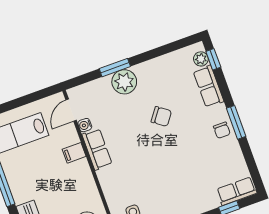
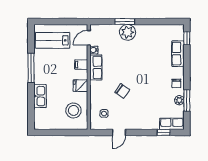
plant: (201, 59) -> (179, 100), moved
chair: (161, 116) -> (122, 91), moved
window: (236, 122) -> (187, 101), moved
fridge: (84, 184) -> (80, 86), added

